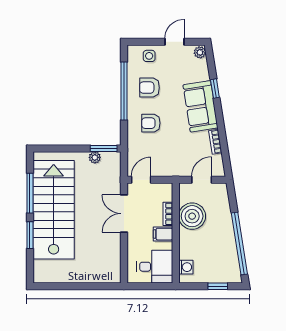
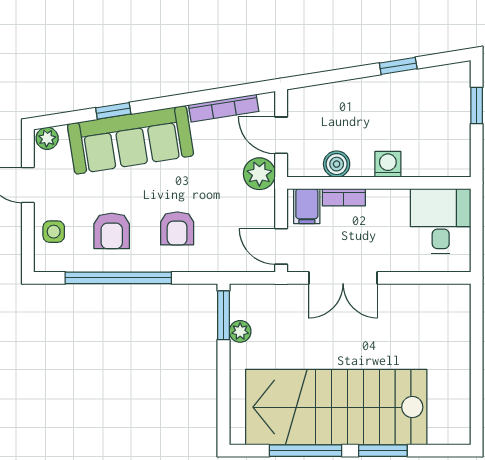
sofa: (200, 106) -> (131, 140), width x1.36
bookcase: (215, 142) -> (224, 108), width x1.56
plant: (181, 168) -> (259, 174), added
boiler: (192, 216) -> (337, 164), width x0.54, depth x0.54
filing cabinet: (163, 234) -> (307, 206), moved
window: (239, 243) -> (398, 66), width x0.32
washing machine: (186, 267) -> (388, 164), moved

